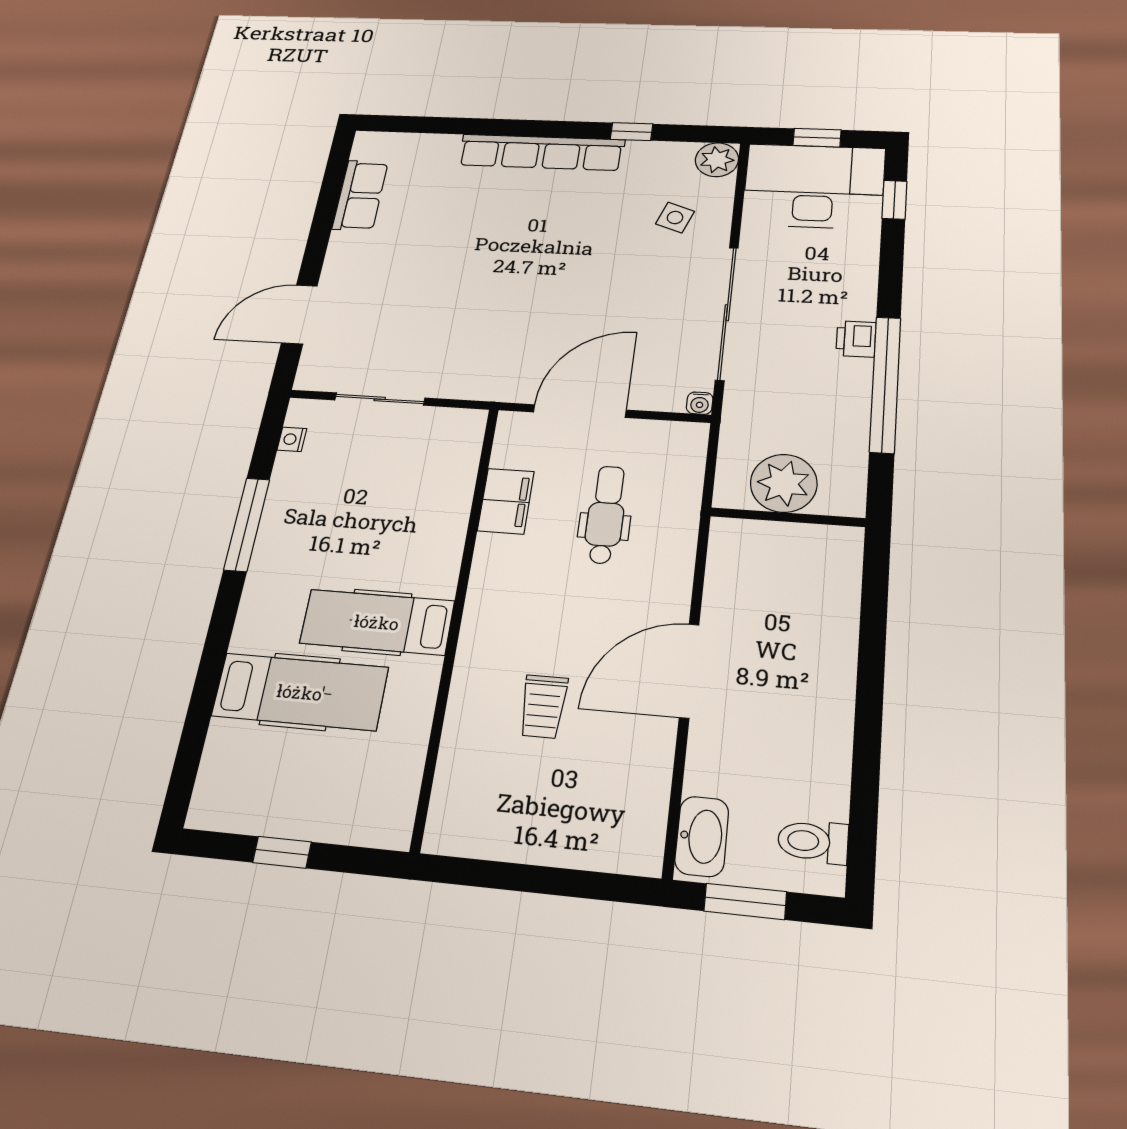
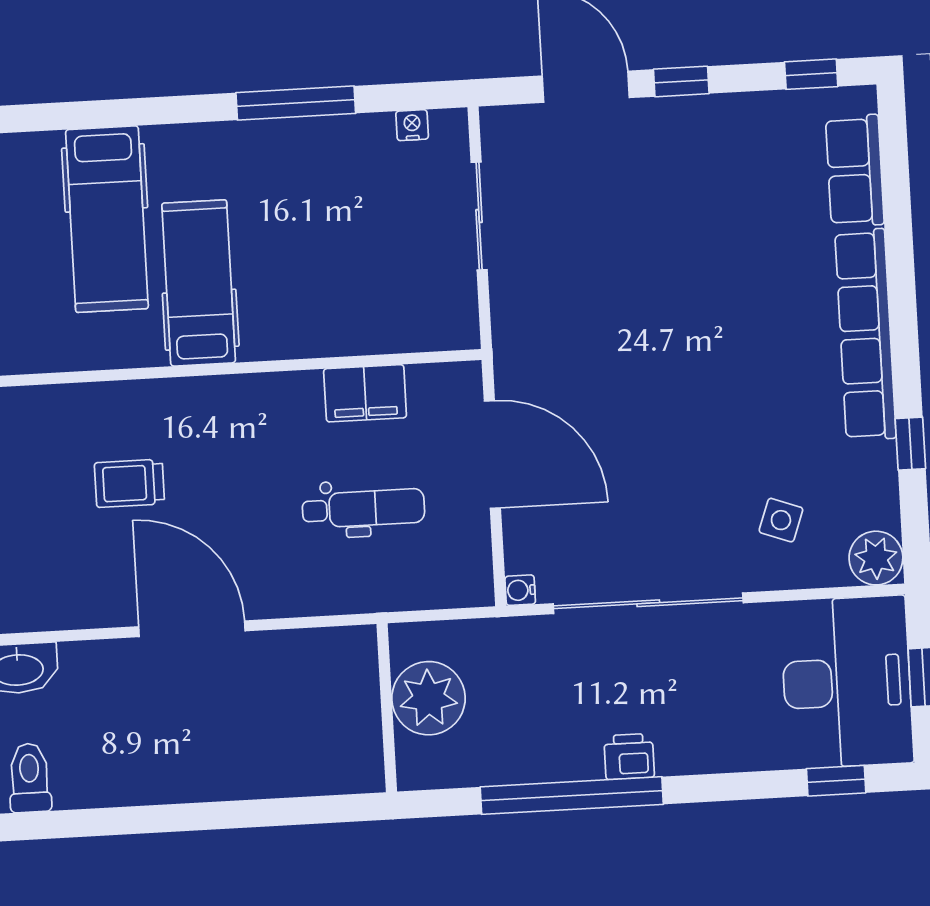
window: (336, 169) -> (811, 74), added
row of seats: (360, 195) -> (855, 171), moved, turned 90
window: (315, 251) -> (681, 81), added

